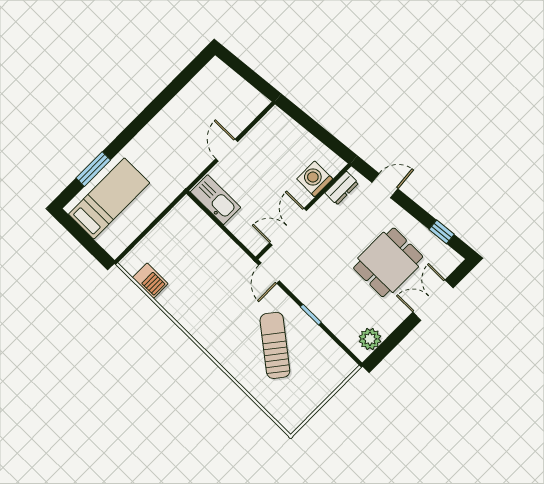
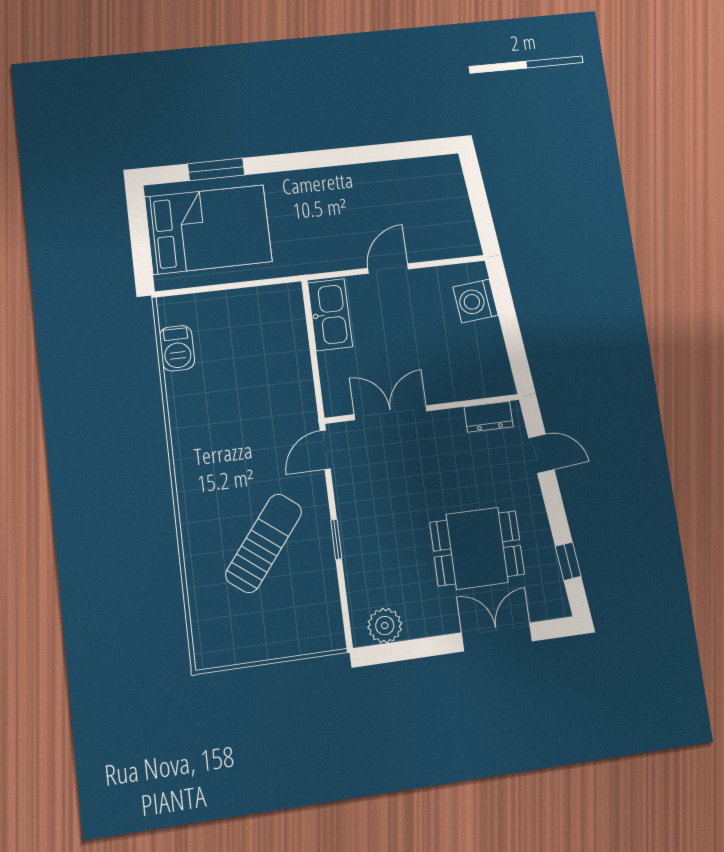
washing machine: (315, 179) -> (476, 301), moved, turned -96
bed: (109, 198) -> (208, 229), width x1.50

